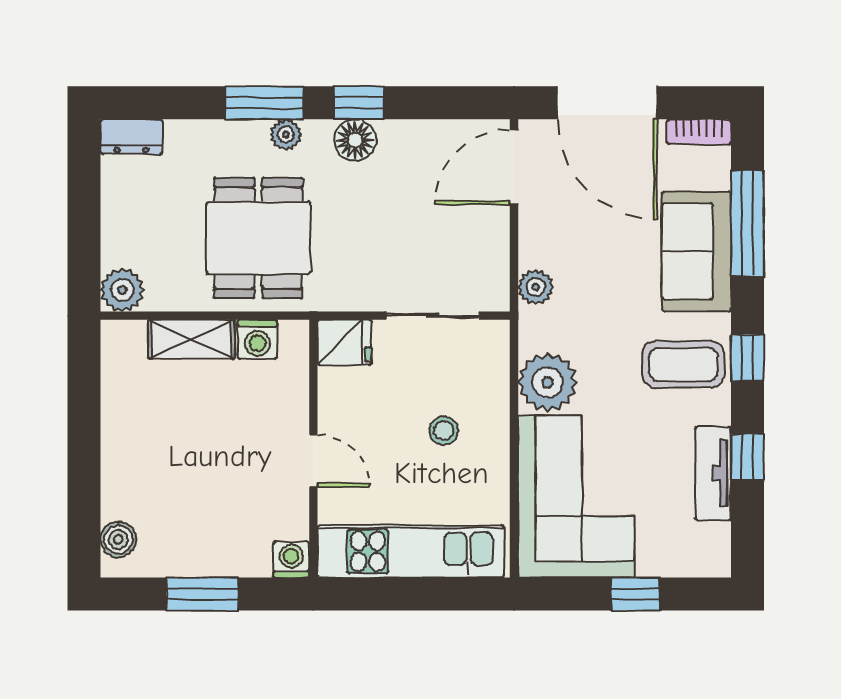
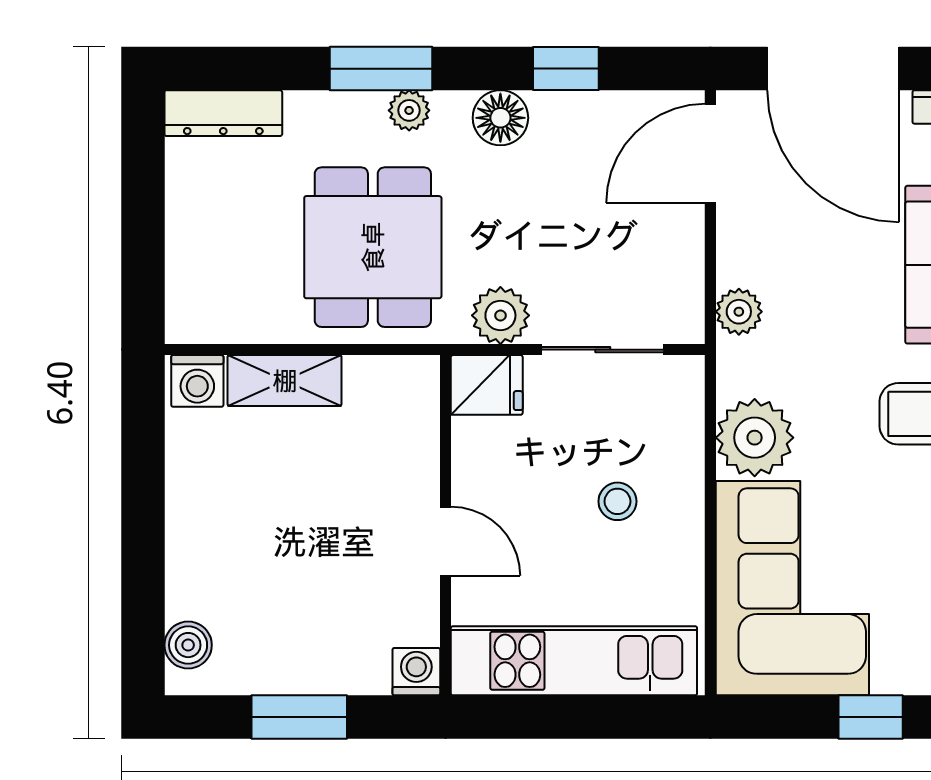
window: (359, 103) -> (566, 69), moved
dresser: (131, 137) -> (223, 113), width x1.44
plant: (122, 290) -> (500, 315), moved
washing machine: (257, 339) -> (197, 381), moved

